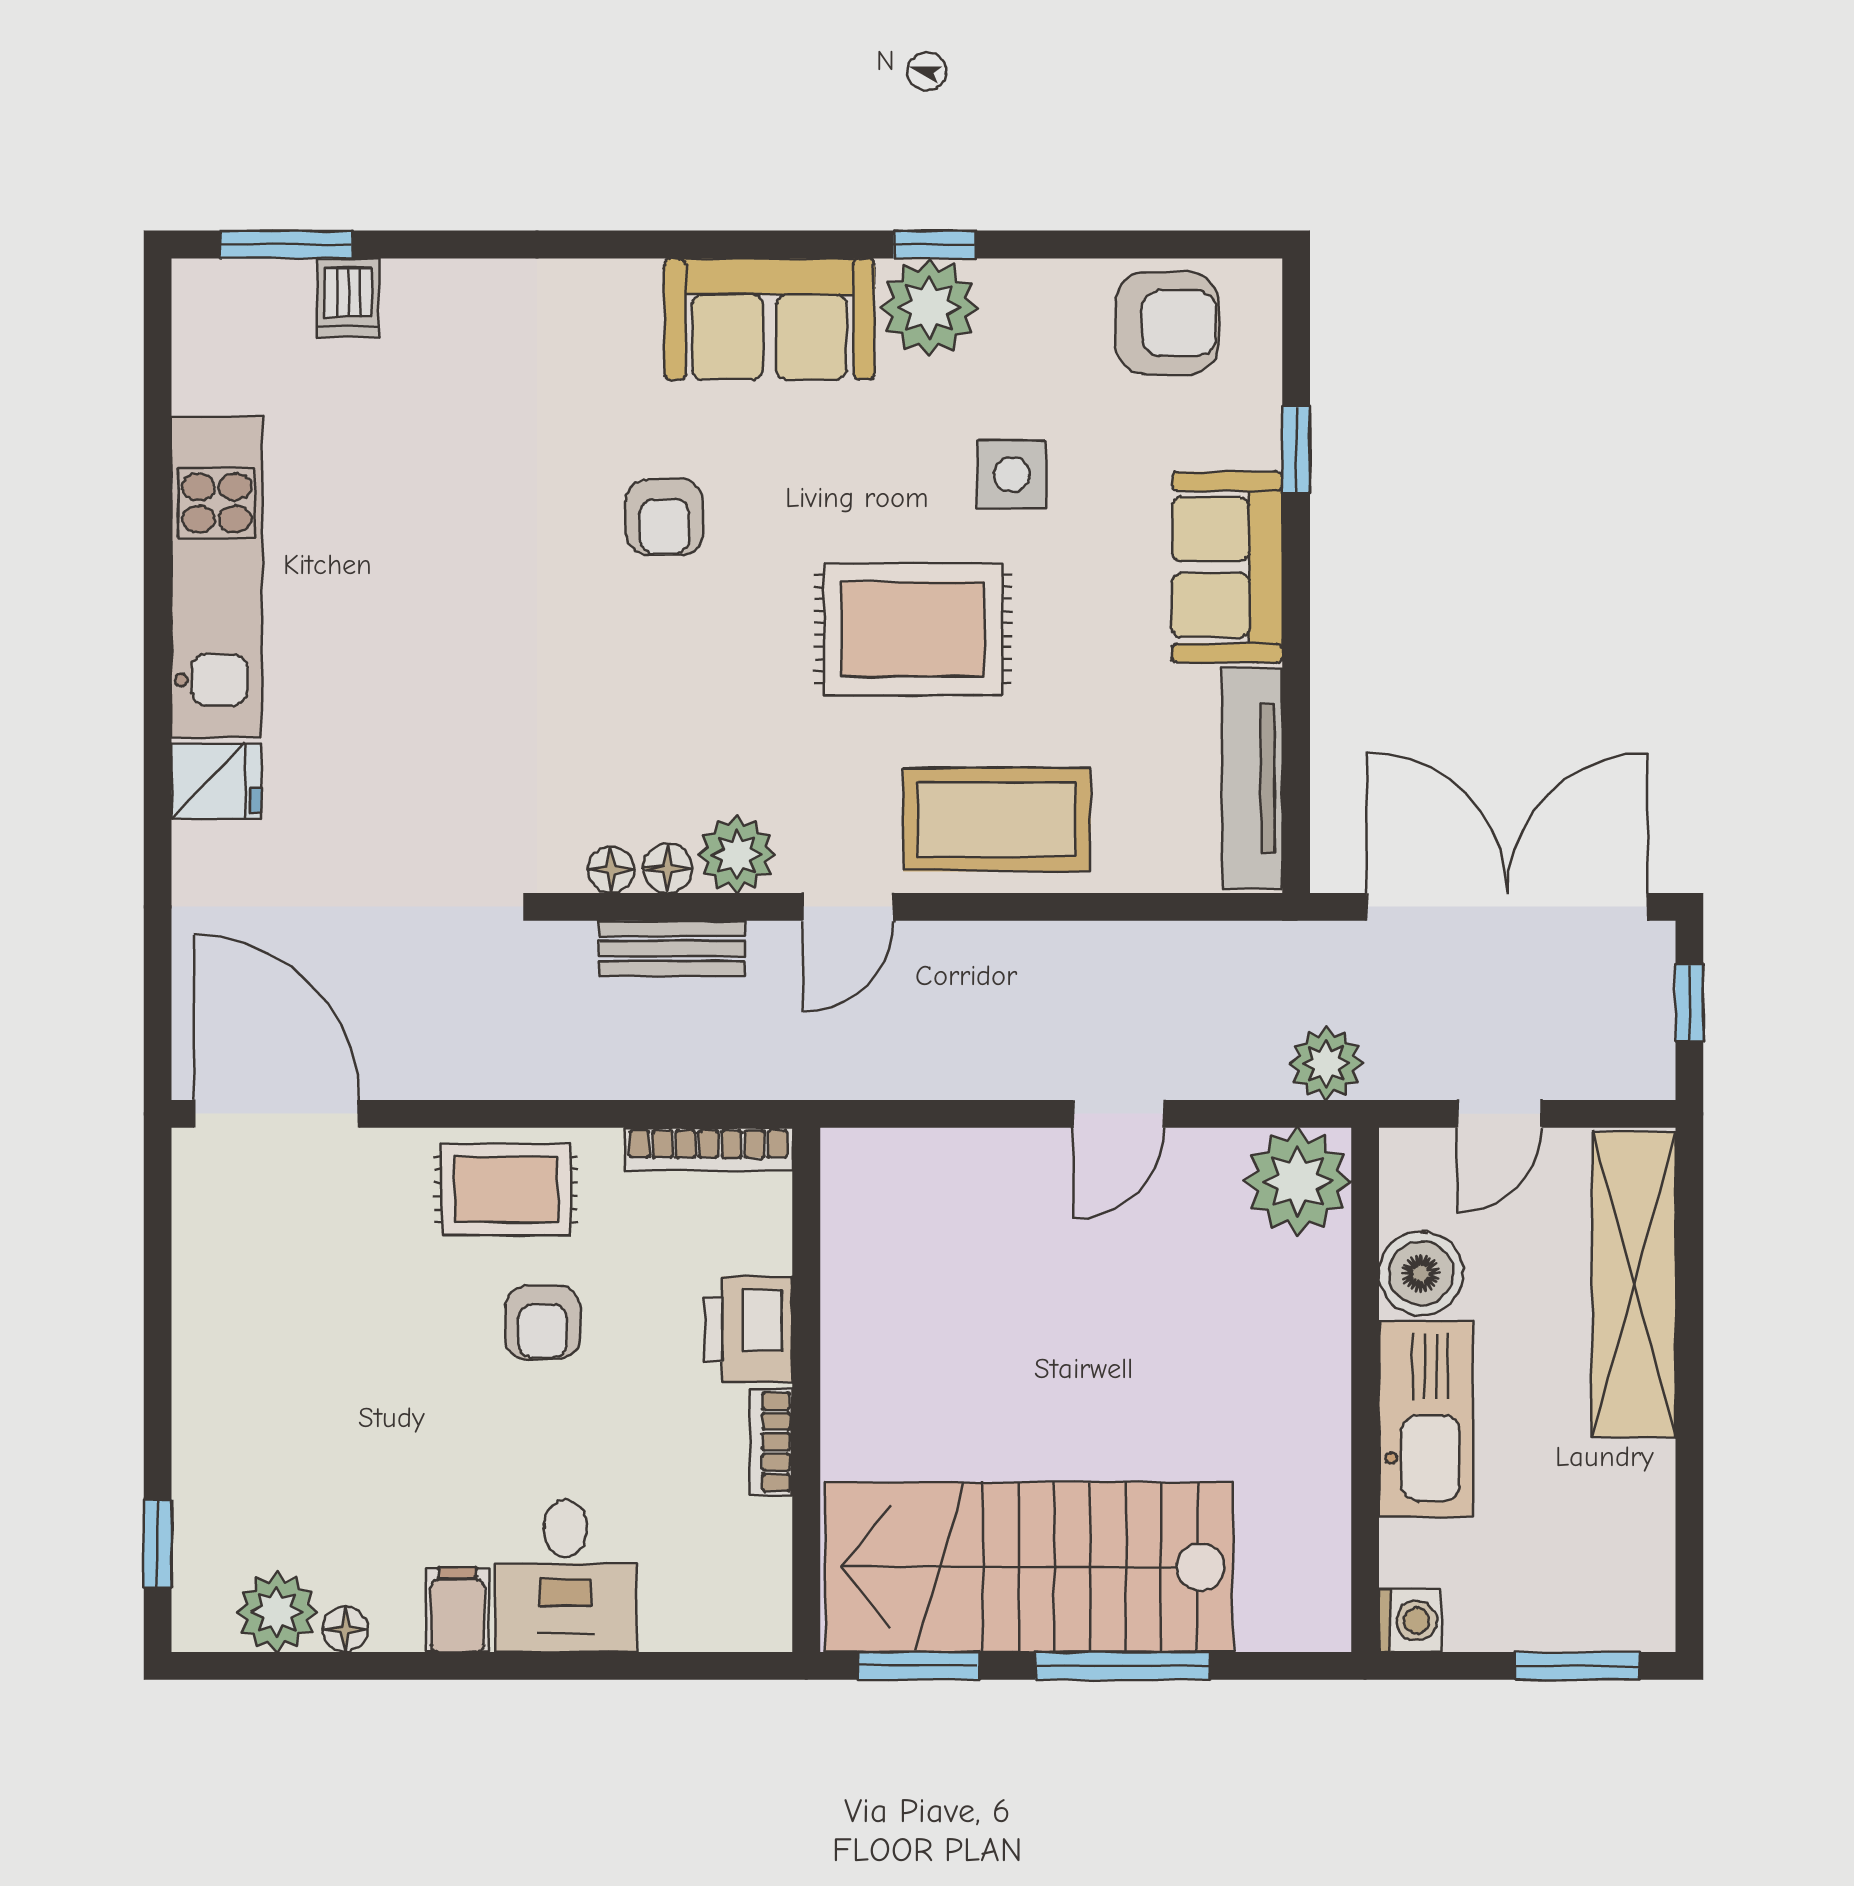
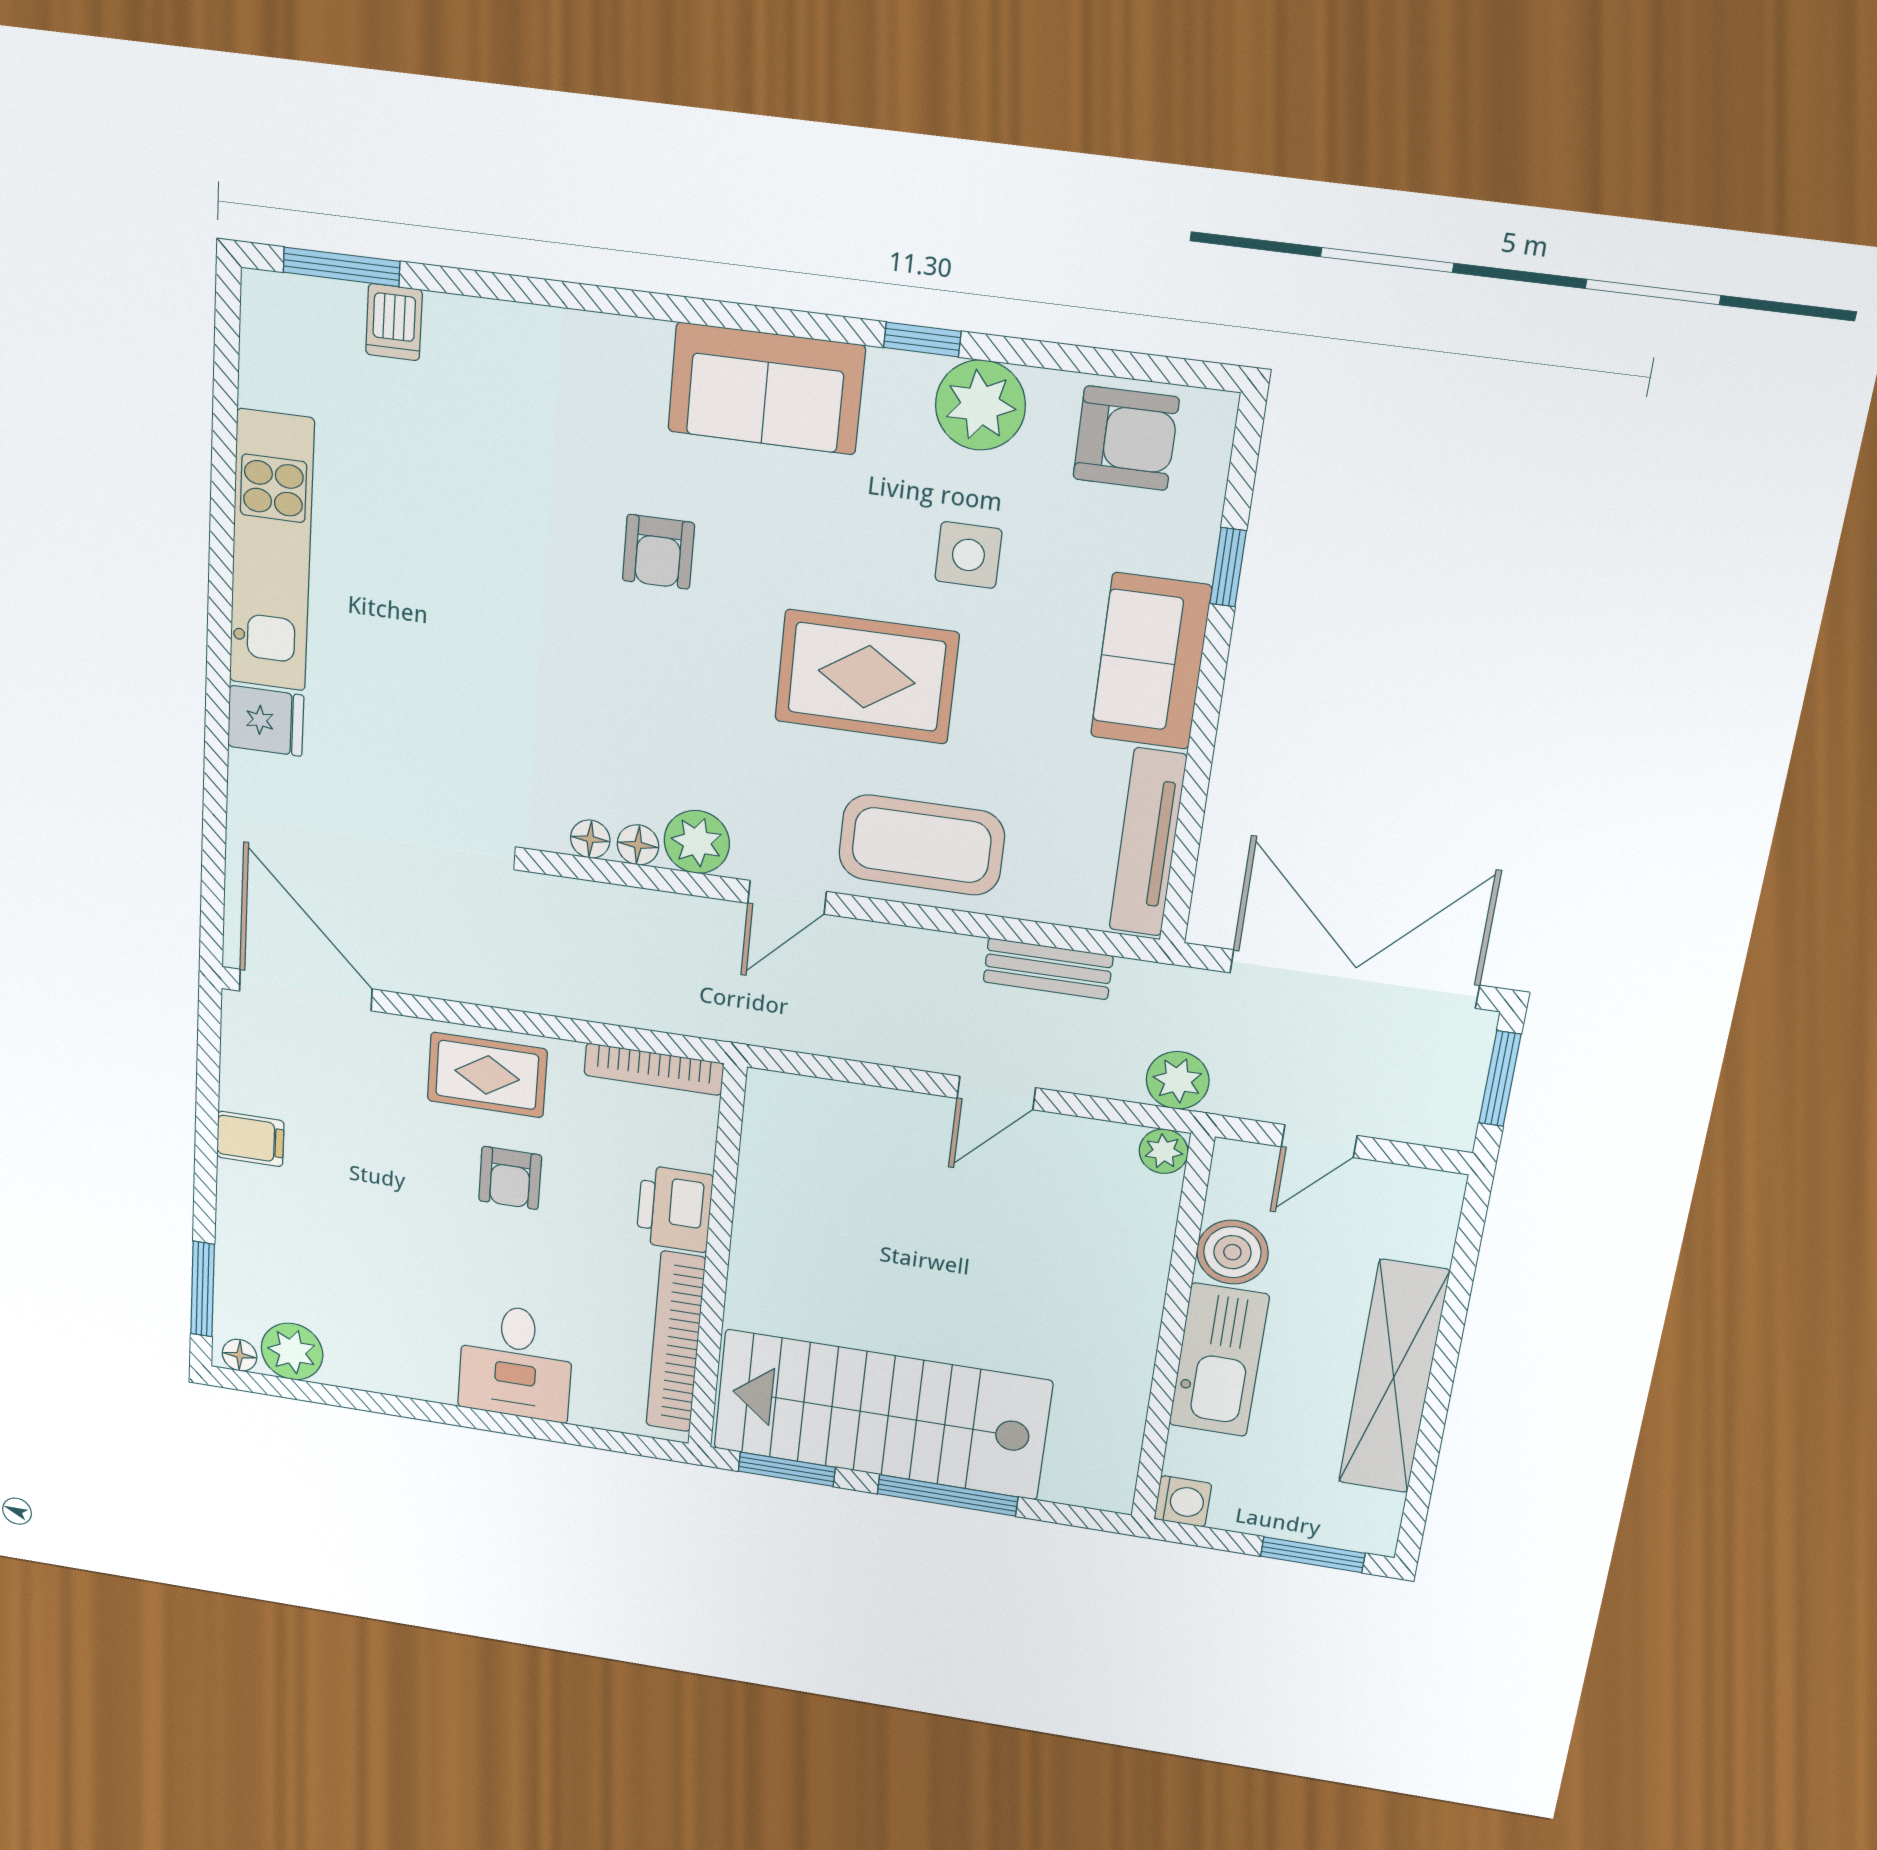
plant: (929, 307) -> (980, 405), moved
bench: (672, 948) -> (1048, 969), moved
window: (1689, 1003) -> (1500, 1079), width x1.50
plant: (1298, 1181) -> (1164, 1151), width x0.53, depth x0.53
shelving: (1634, 1284) -> (1394, 1377), moved
bookcase: (771, 1442) -> (676, 1342), width x2.31, depth x1.31
window: (158, 1543) -> (203, 1289), width x1.50
filing cabinet: (457, 1610) -> (250, 1139), moved, turned 90
floor lamp: (345, 1629) -> (240, 1355), moved

